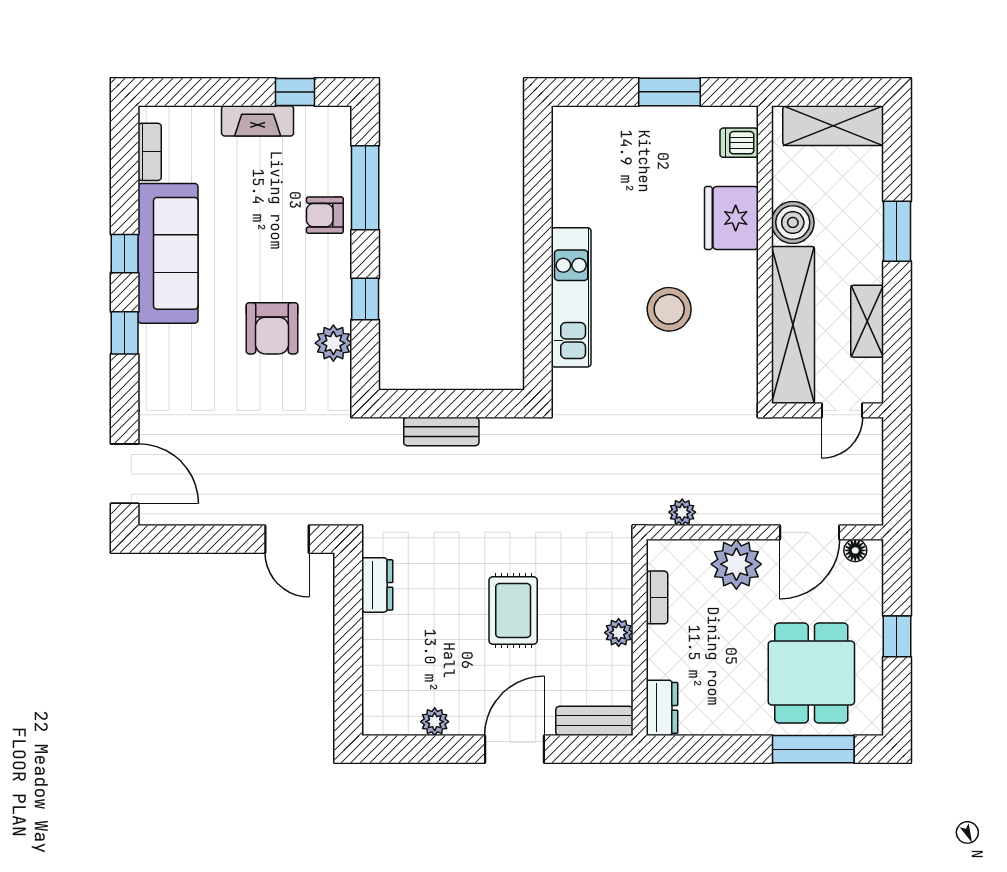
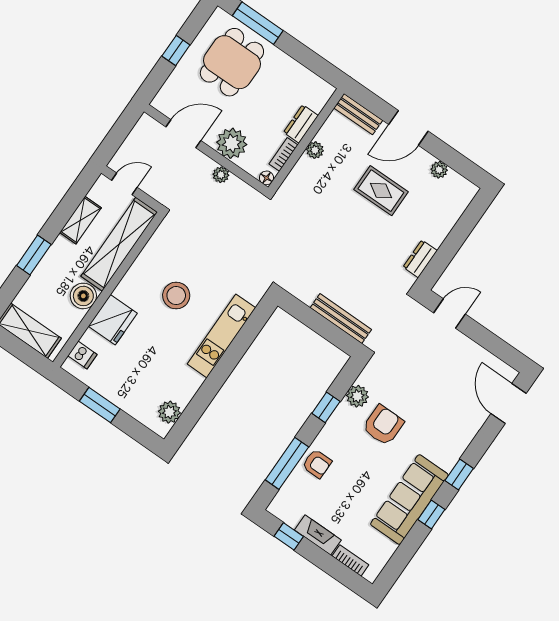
plant: (570, 147) -> (169, 412), added
bookcase: (150, 152) -> (350, 560), moved, turned 90
bench: (441, 431) -> (341, 319), width x1.36
plant: (682, 512) -> (221, 175), moved
door: (287, 539) -> (450, 314), hinge flipped
floor lamp: (855, 550) -> (267, 178), moved
rug: (513, 610) -> (381, 191), moved, turned 90
dresser: (662, 708) -> (301, 124), moved

